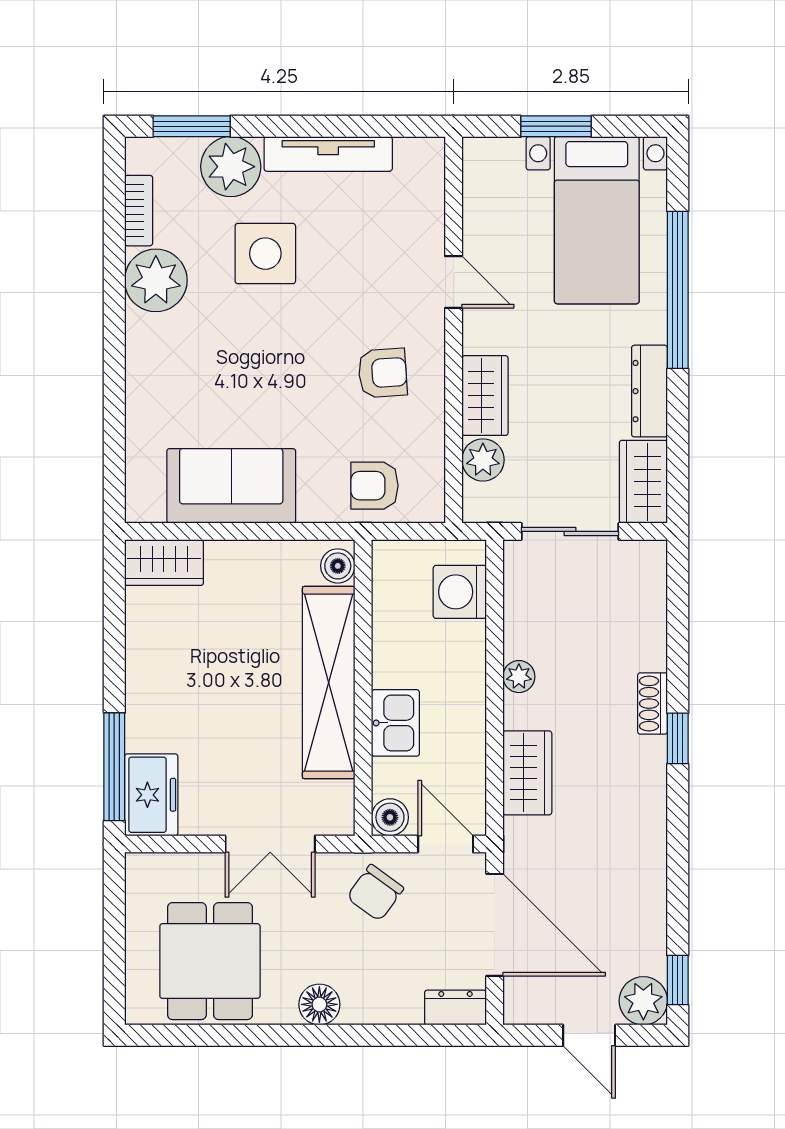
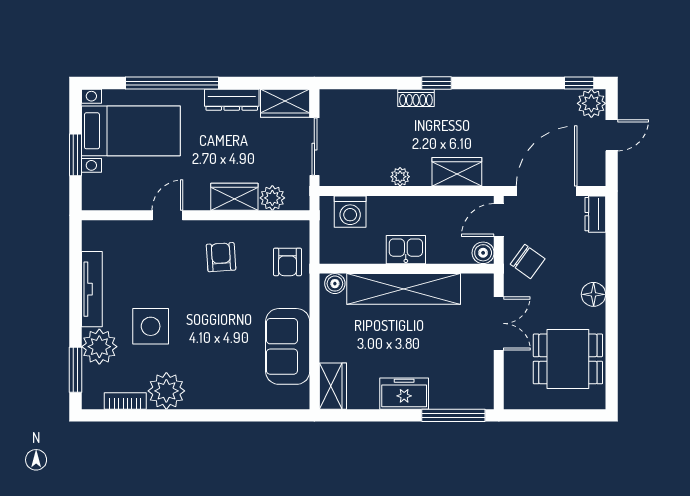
kitchen sink: (395, 723) -> (406, 250), moved
freezer: (151, 795) -> (404, 394), moved

